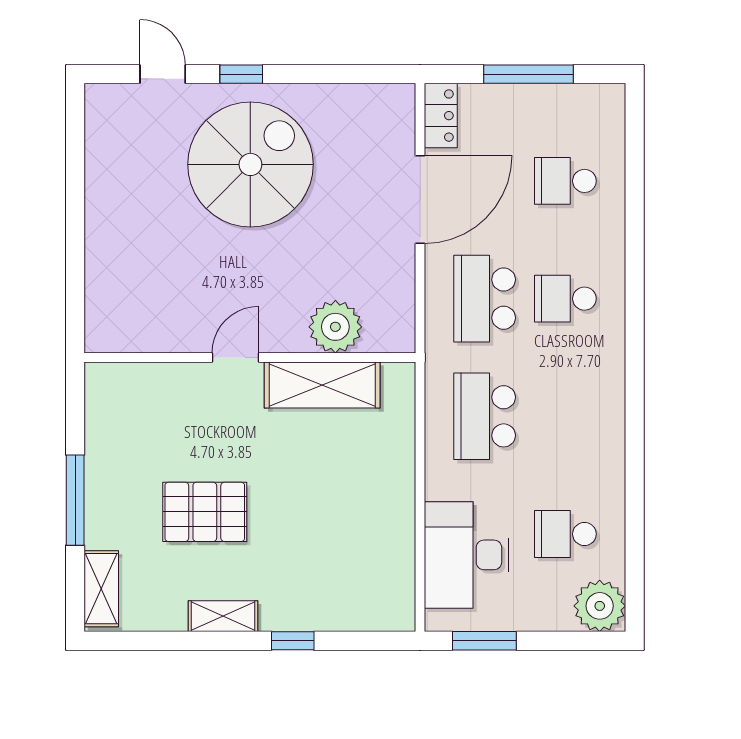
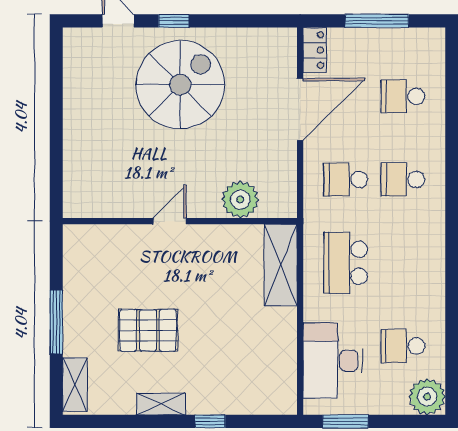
school desk: (485, 299) -> (346, 180), width x0.54
shelving: (322, 385) -> (281, 265), moved, turned 90

